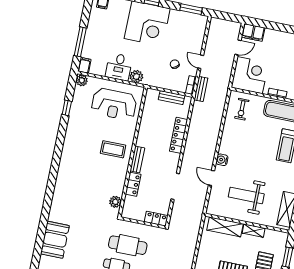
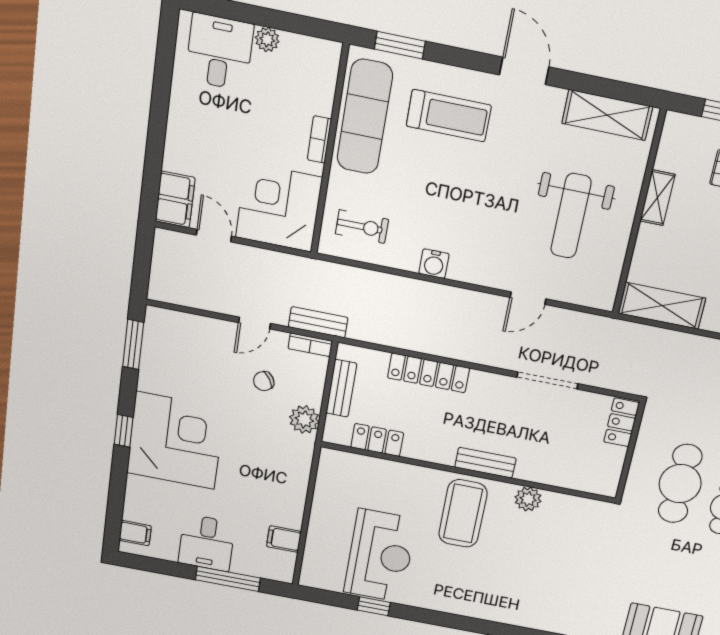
filing cabinet: (84, 65) -> (284, 539), moved
desk: (119, 67) -> (207, 543), moved, turned 90
plant: (136, 77) -> (304, 419), moved
plant: (82, 80) -> (312, 576), removed
reception desk: (114, 104) -> (380, 556), moved
coffee table: (113, 149) -> (463, 513), width x1.36, depth x1.32
water cooler: (222, 160) -> (434, 264), moved
locker: (133, 184) -> (377, 440), moved
plant: (115, 202) -> (528, 499), moved
shelving: (225, 227) -> (662, 306), moved, turned 90

